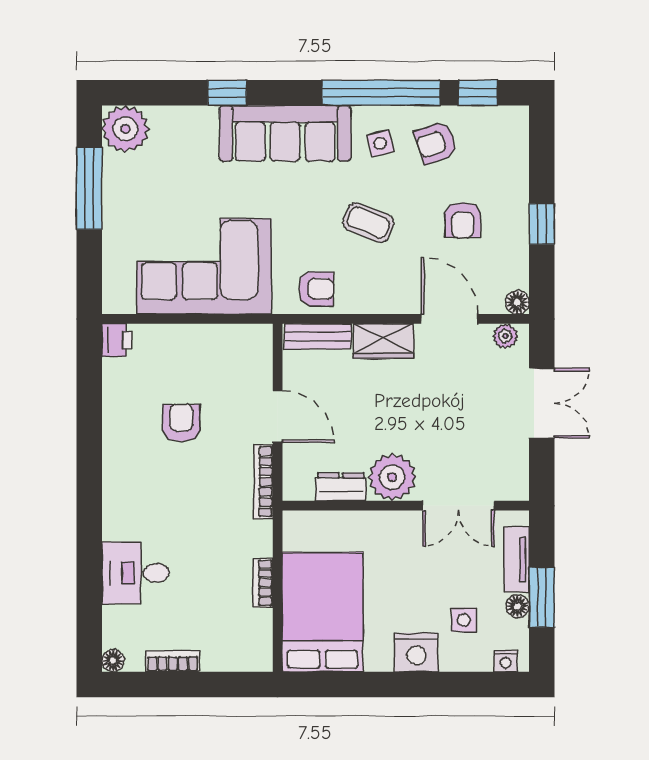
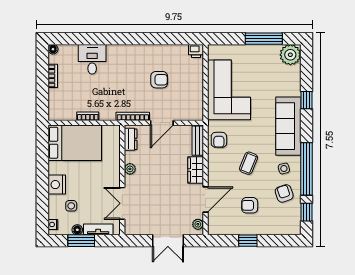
floor lamp: (517, 302) -> (213, 230), removed
plant: (392, 477) -> (130, 169), width x0.53, depth x0.53
dresser: (341, 487) -> (131, 139), moved

